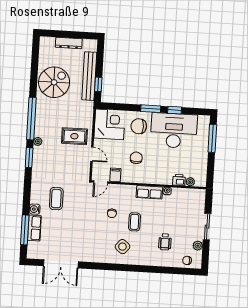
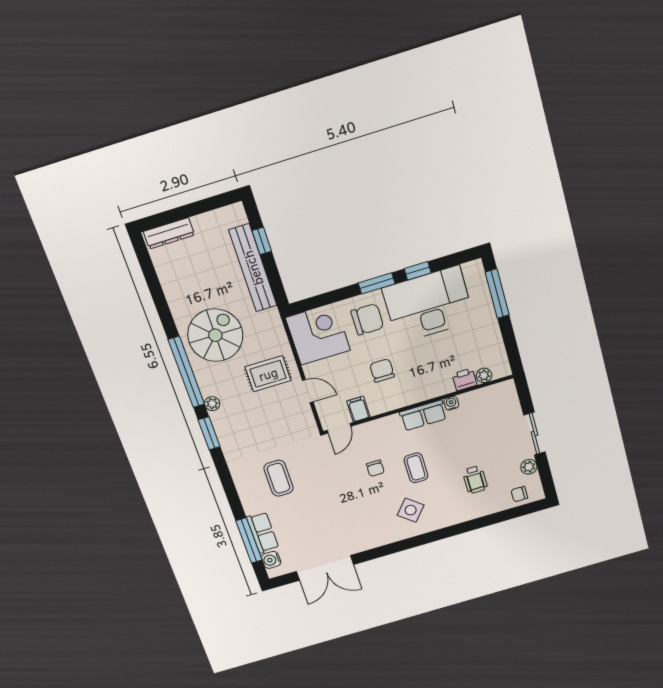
dresser: (69, 43) -> (169, 233), moved
spiral stairs: (54, 82) -> (215, 335), moved
window: (98, 84) -> (262, 241), moved
chair: (139, 126) -> (367, 319), turned 180
water cooler: (35, 209) -> (271, 560), moved

